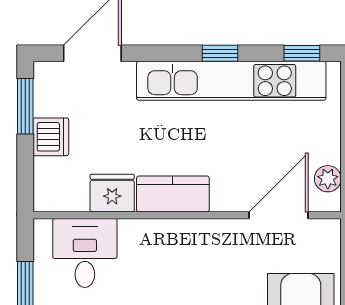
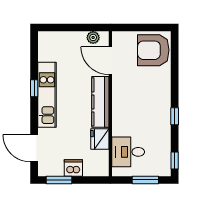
window: (302, 53) -> (34, 50), removed
kitchen unit: (231, 81) -> (47, 95), width x0.73
kitchen counter: (173, 194) -> (100, 102), width x1.50

